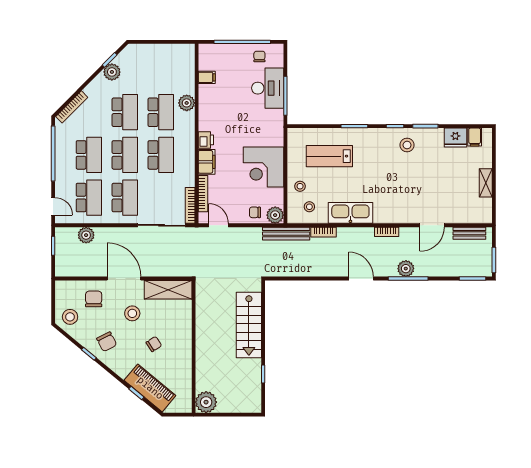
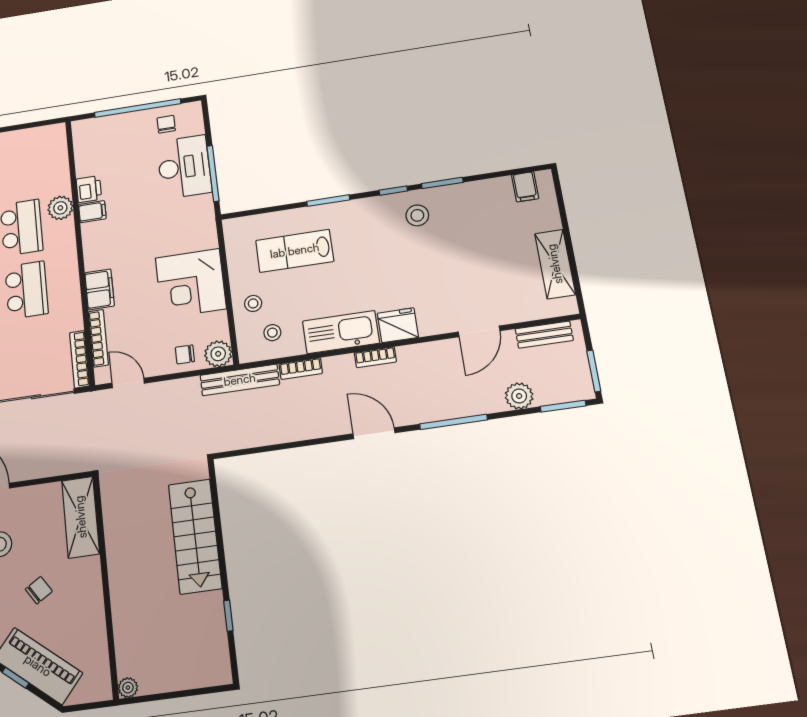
filing cabinet: (207, 77) -> (92, 212), moved
fridge: (455, 138) -> (398, 325), moved, turned 180
printer: (206, 140) -> (89, 189), moved
shelving: (486, 183) -> (555, 264), width x1.50, depth x1.33
bookcase: (387, 232) -> (375, 357), moved
plant: (406, 269) -> (519, 396), moved
shelving: (168, 290) -> (81, 517), moved, turned 90
plant: (206, 402) -> (128, 688), width x0.53, depth x0.53

